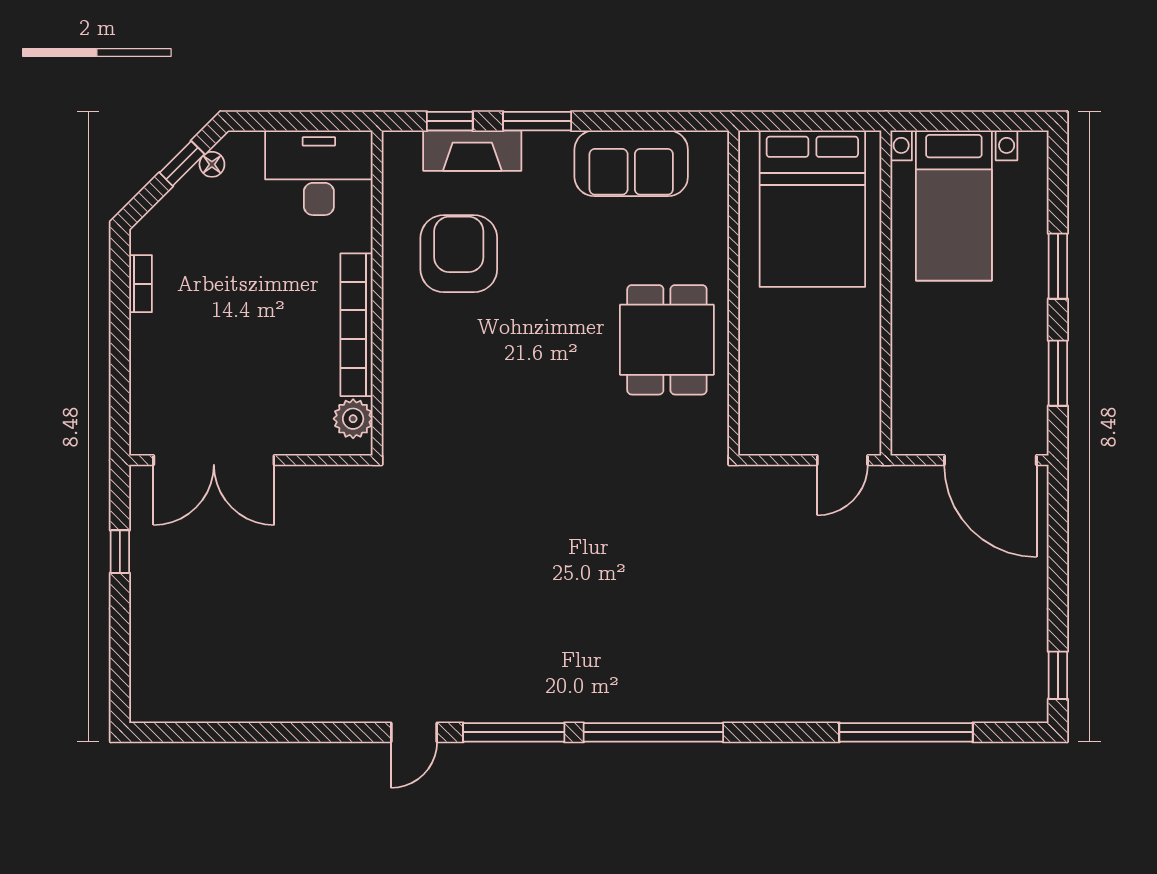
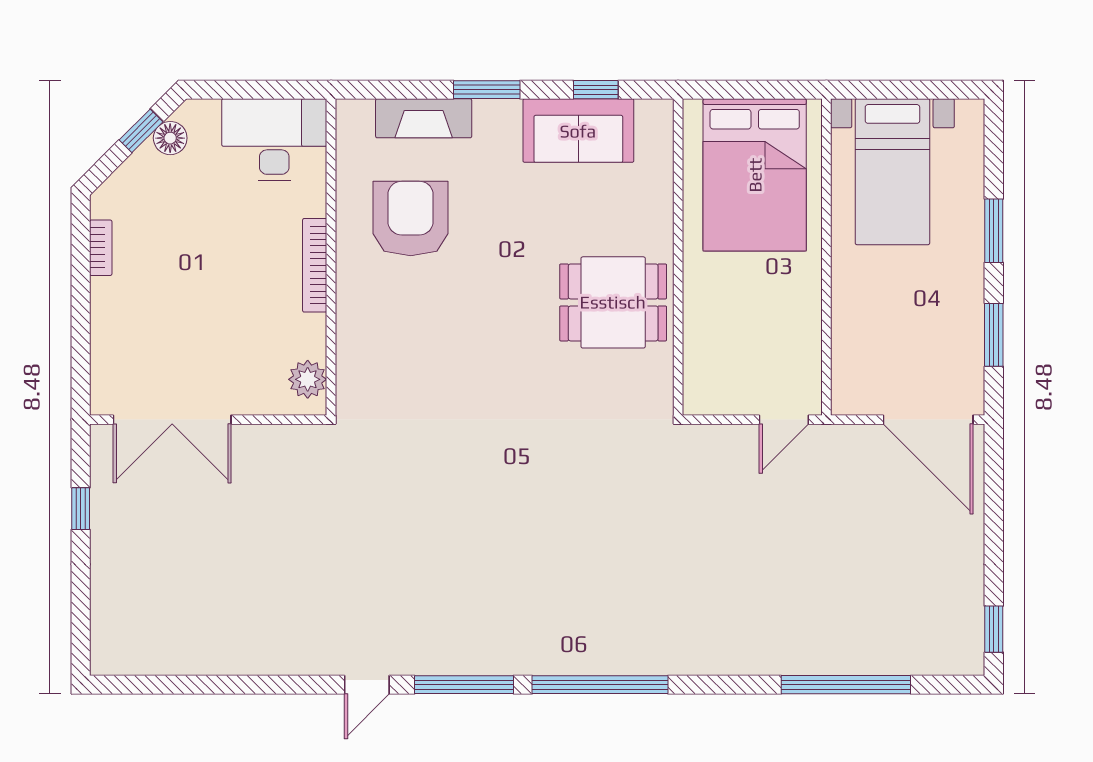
window: (450, 121) -> (596, 90), moved
floor lamp: (212, 164) -> (170, 138), width x1.37, depth x1.37
bookcase: (357, 325) -> (315, 265), width x0.68, depth x0.76
dining table: (667, 340) -> (613, 302), turned 90

